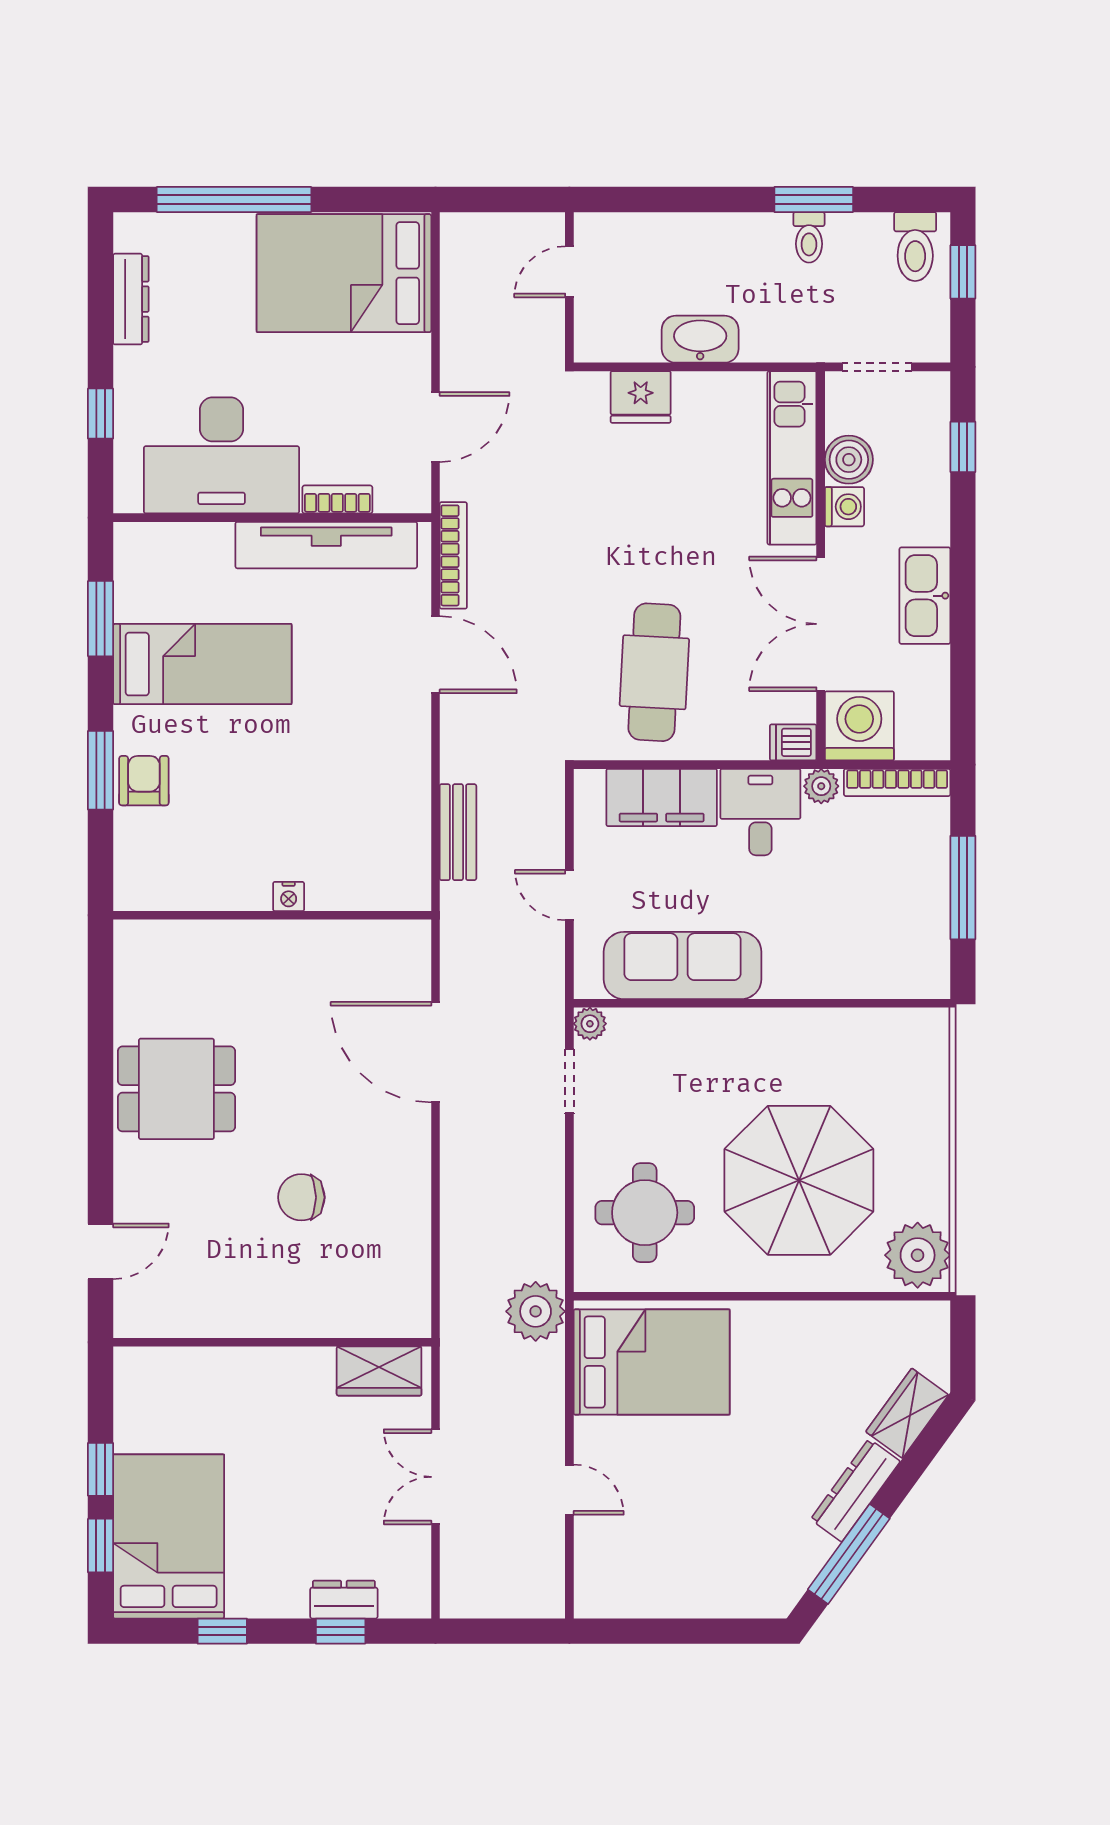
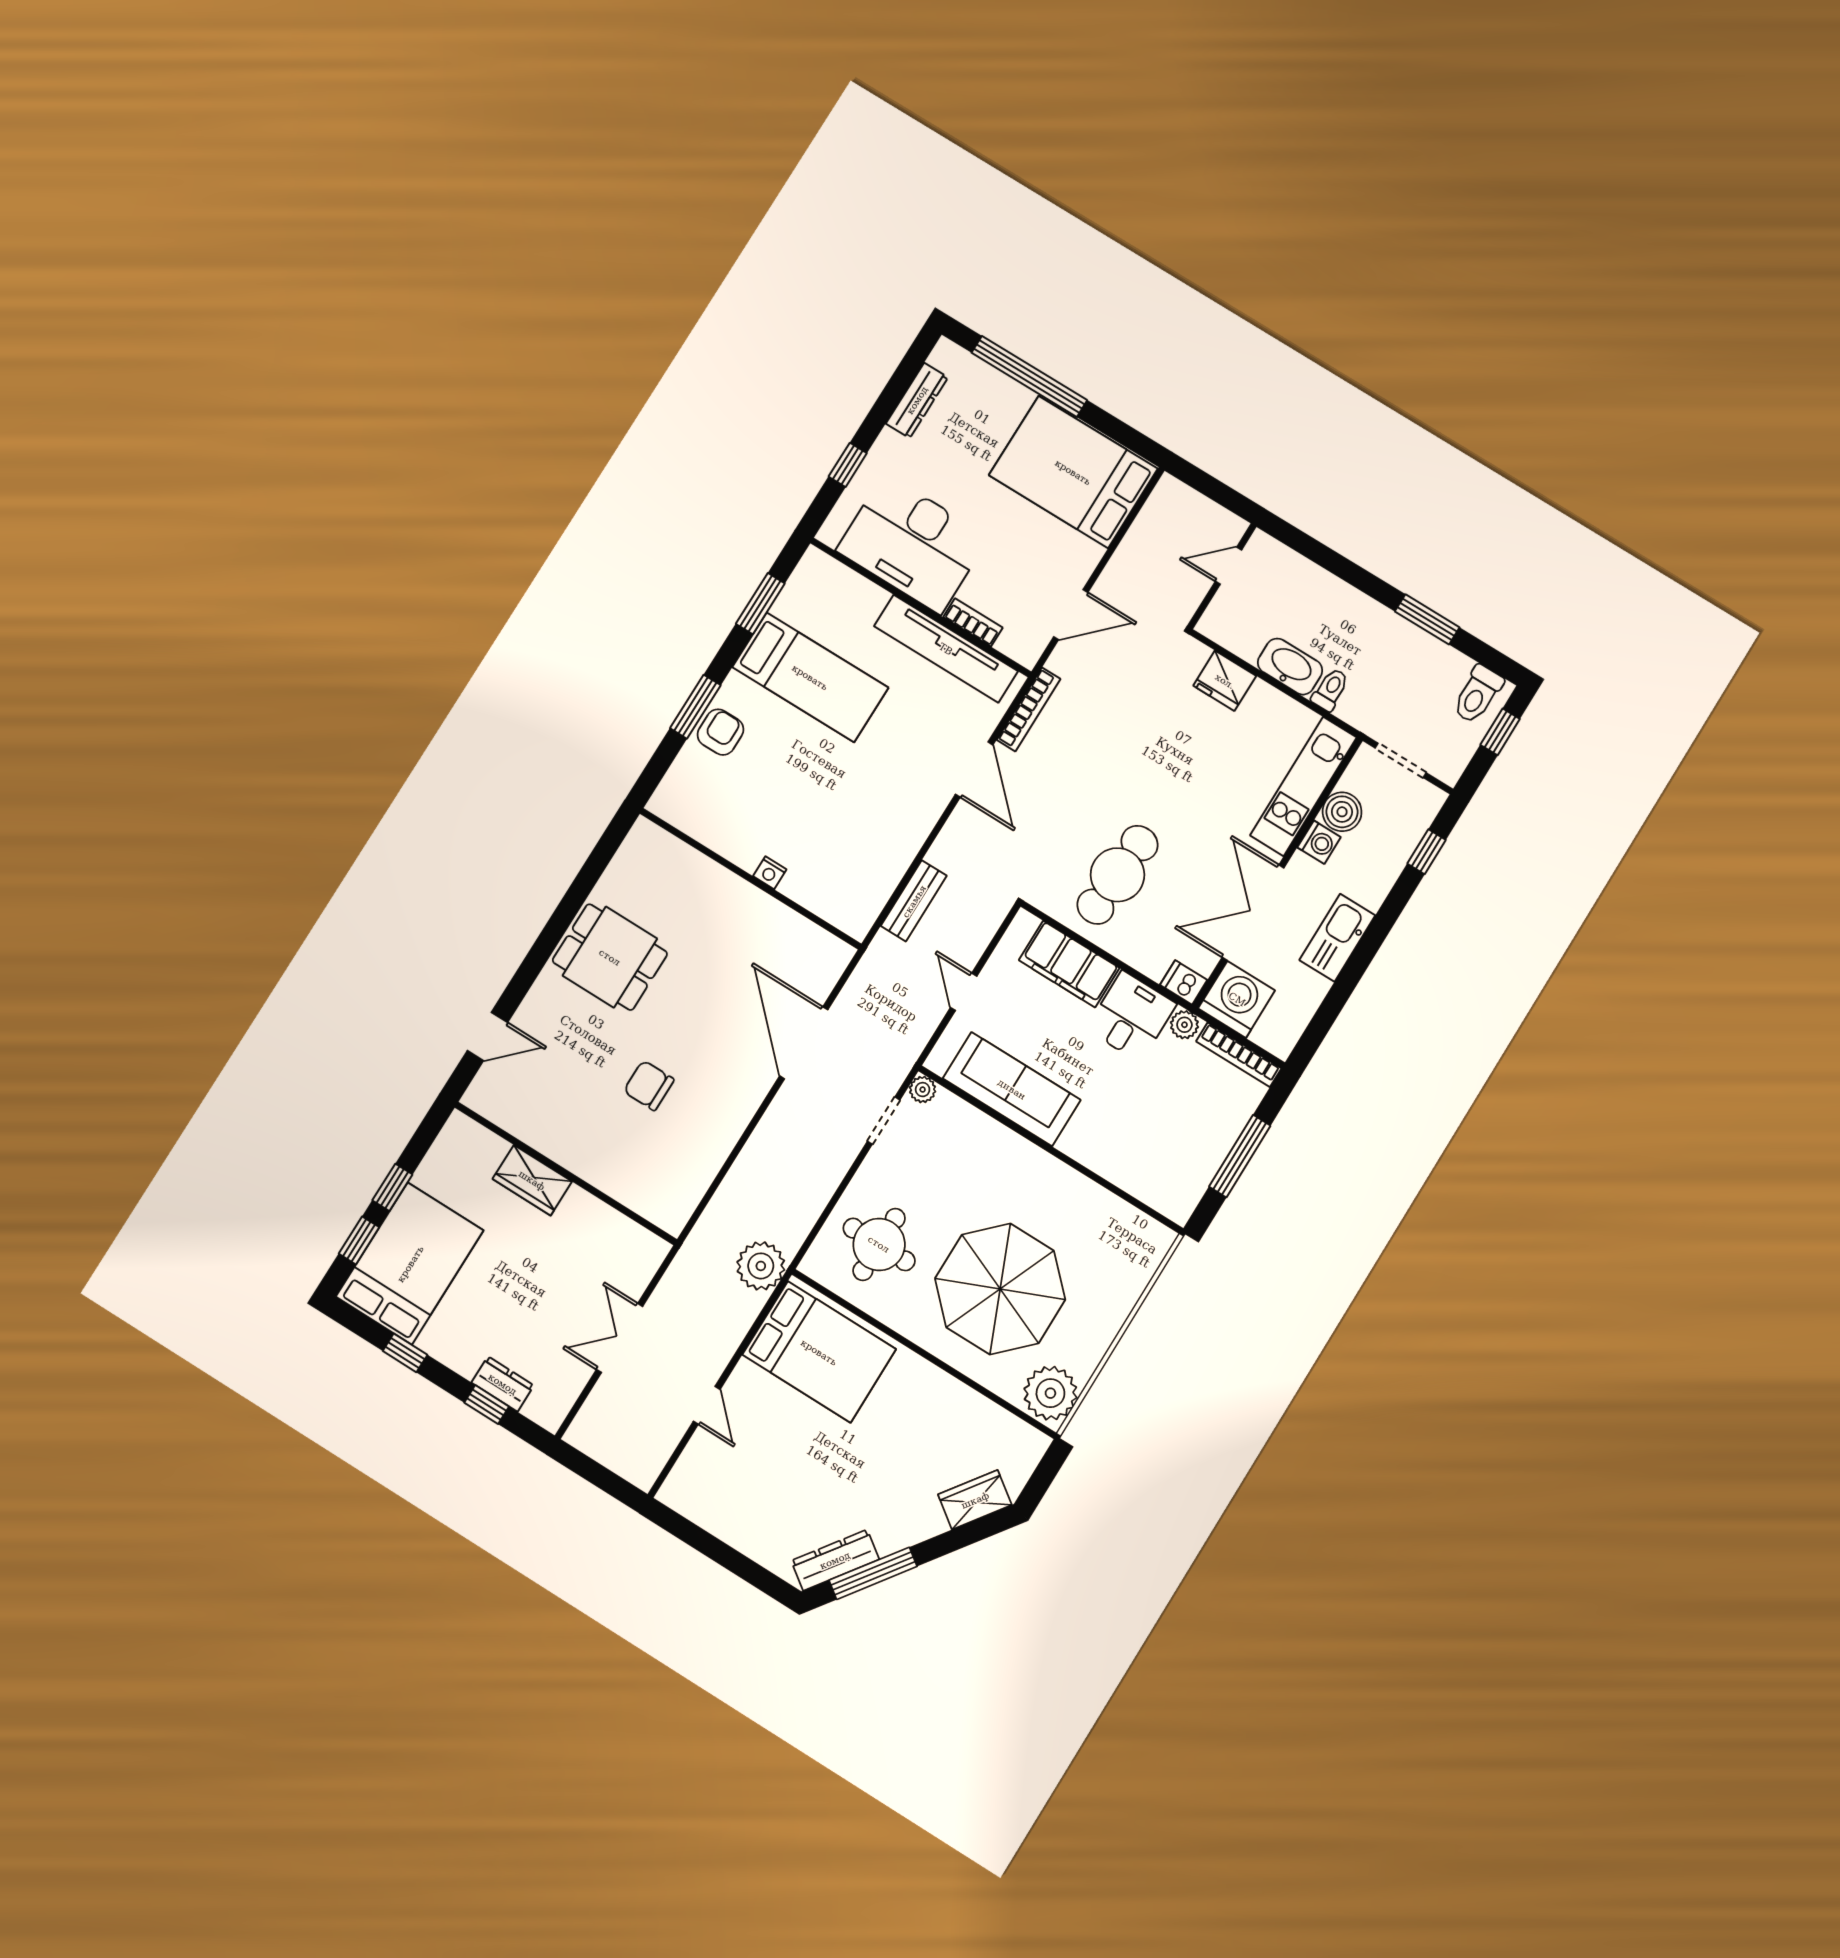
toilet: (809, 237) -> (1330, 690), moved, turned 180
wardrobe: (379, 1371) -> (532, 1180), moved
dresser: (855, 1490) -> (835, 1560), moved

